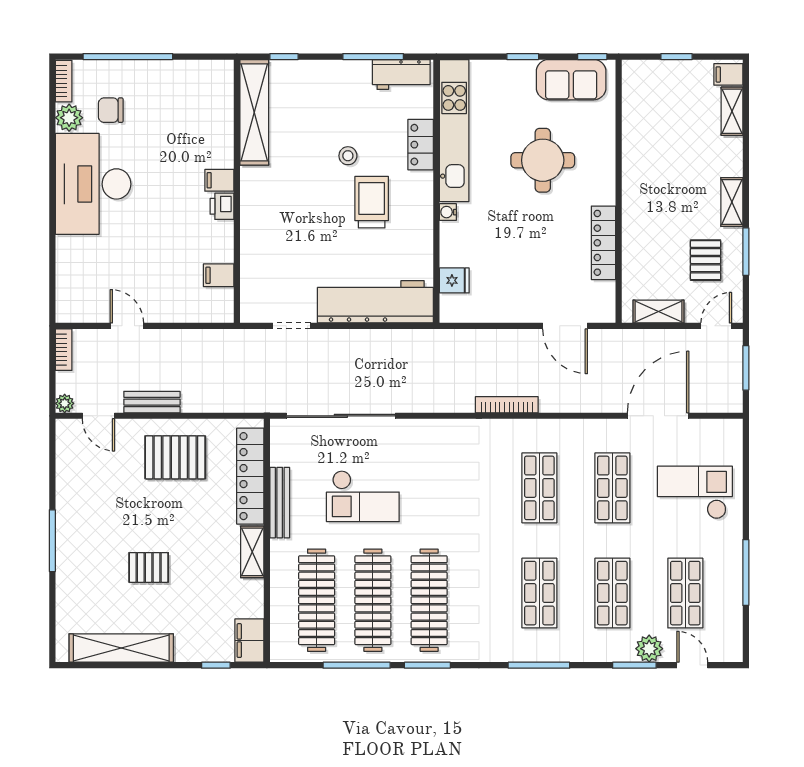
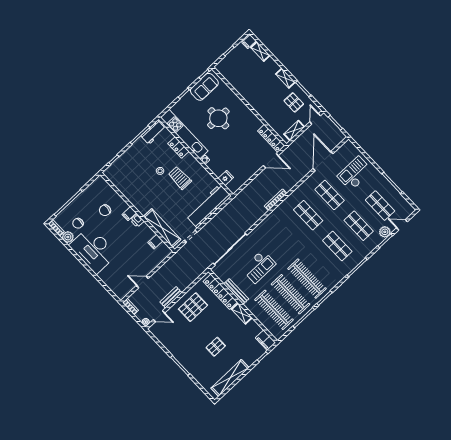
shelving: (254, 112) -> (162, 228), moved
chair: (182, 133) -> (105, 210), added
locker: (603, 243) -> (271, 138), moved

